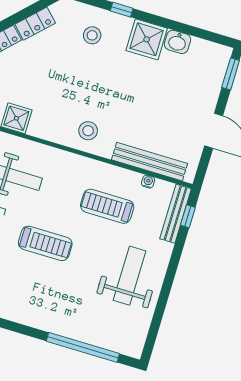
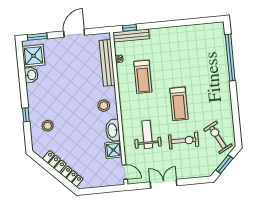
shower: (147, 39) -> (33, 56), moved
washbasin: (46, 129) -> (113, 130), added
treadmill: (45, 243) -> (179, 104), turned 180
weight bench: (130, 276) -> (178, 48), removed

